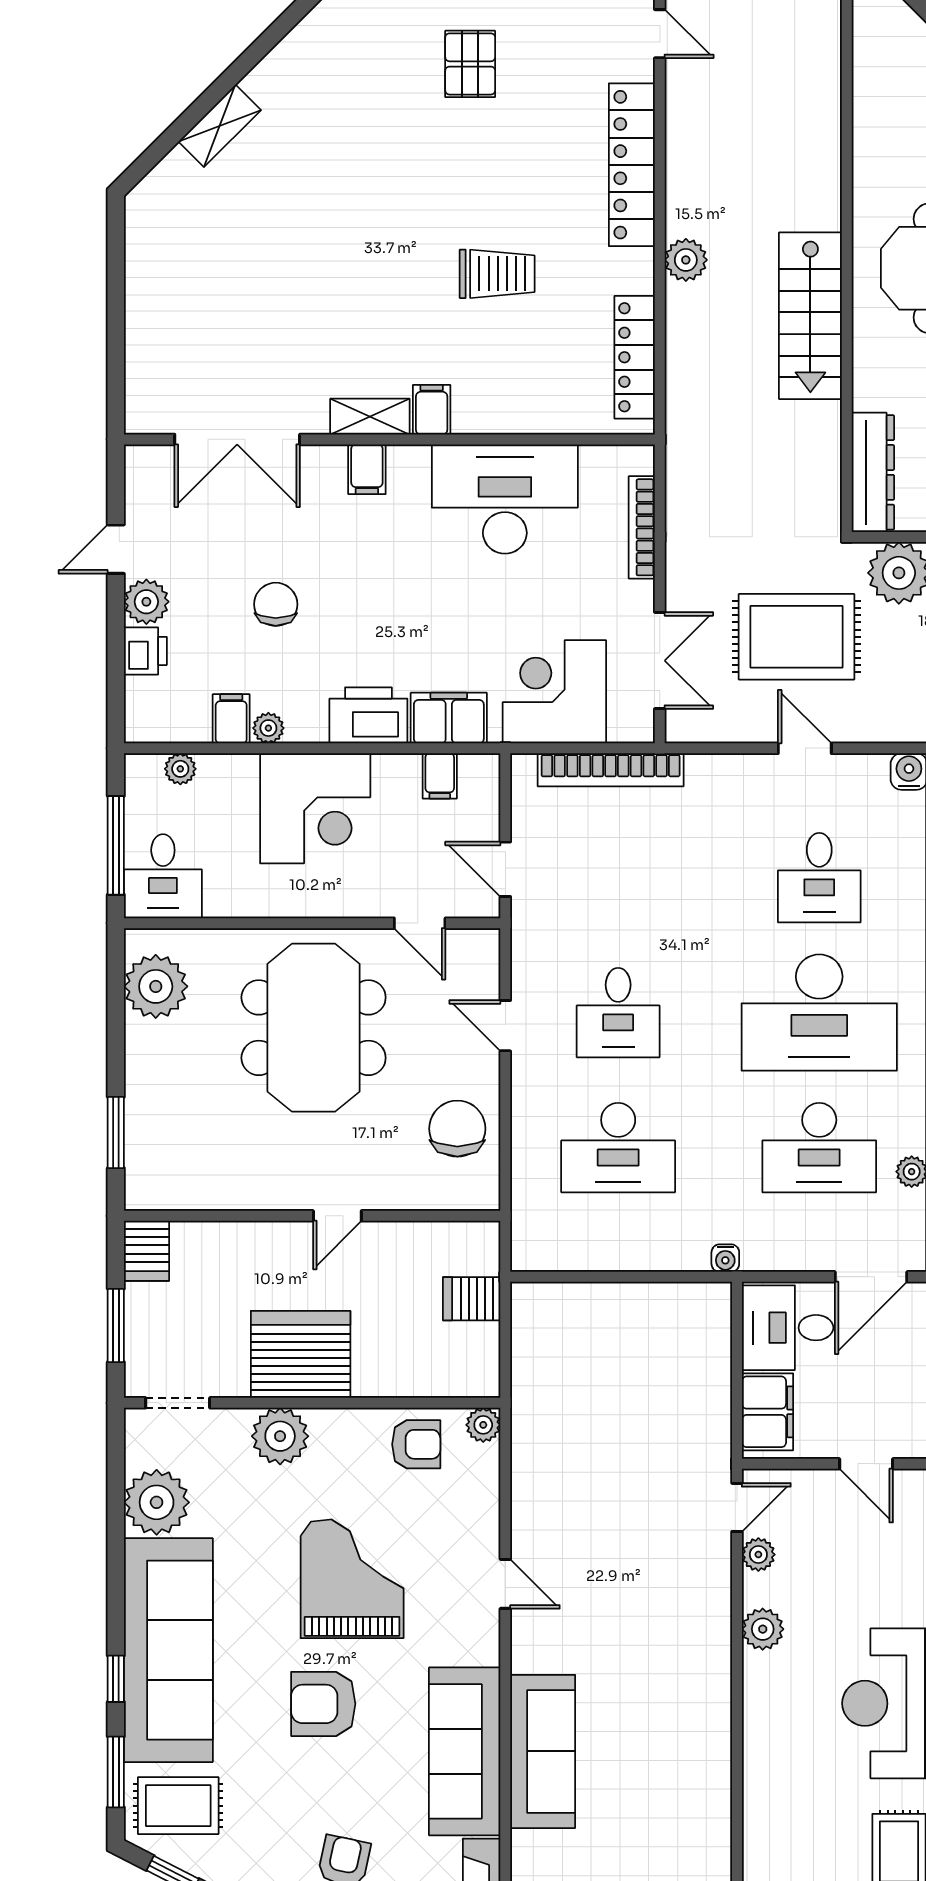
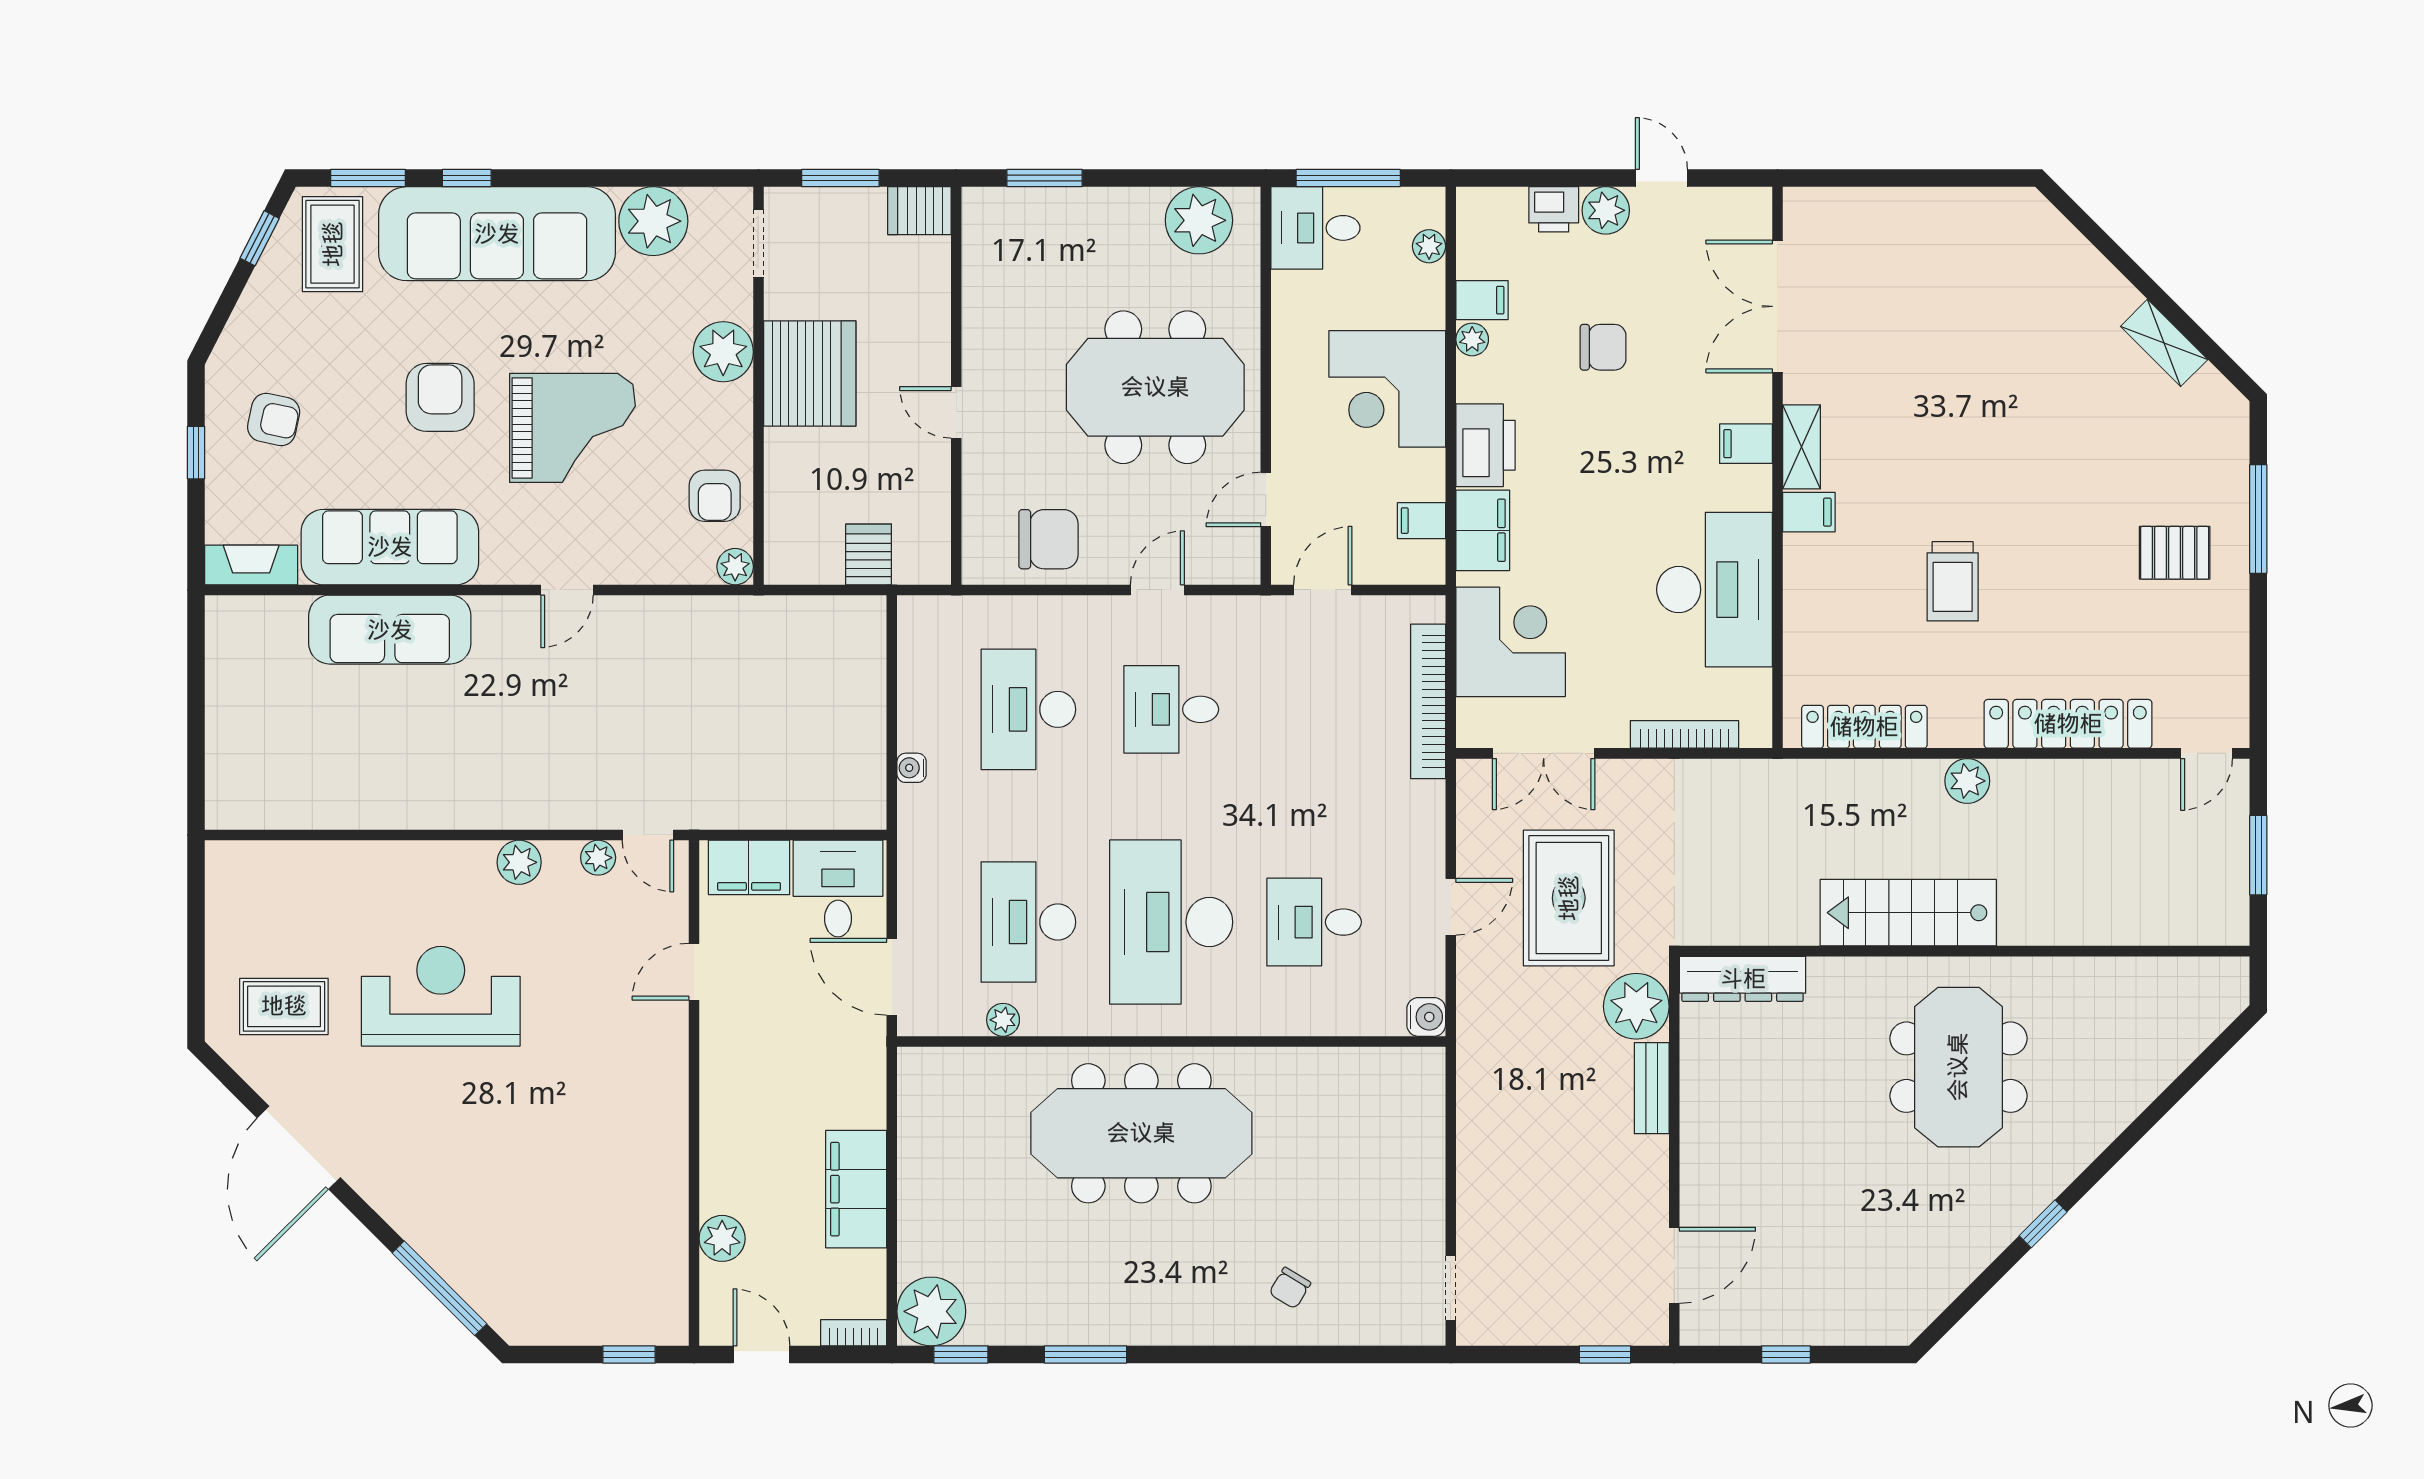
shelving: (220, 126) -> (2164, 343), moved
water cooler: (725, 1258) -> (912, 768), moved

